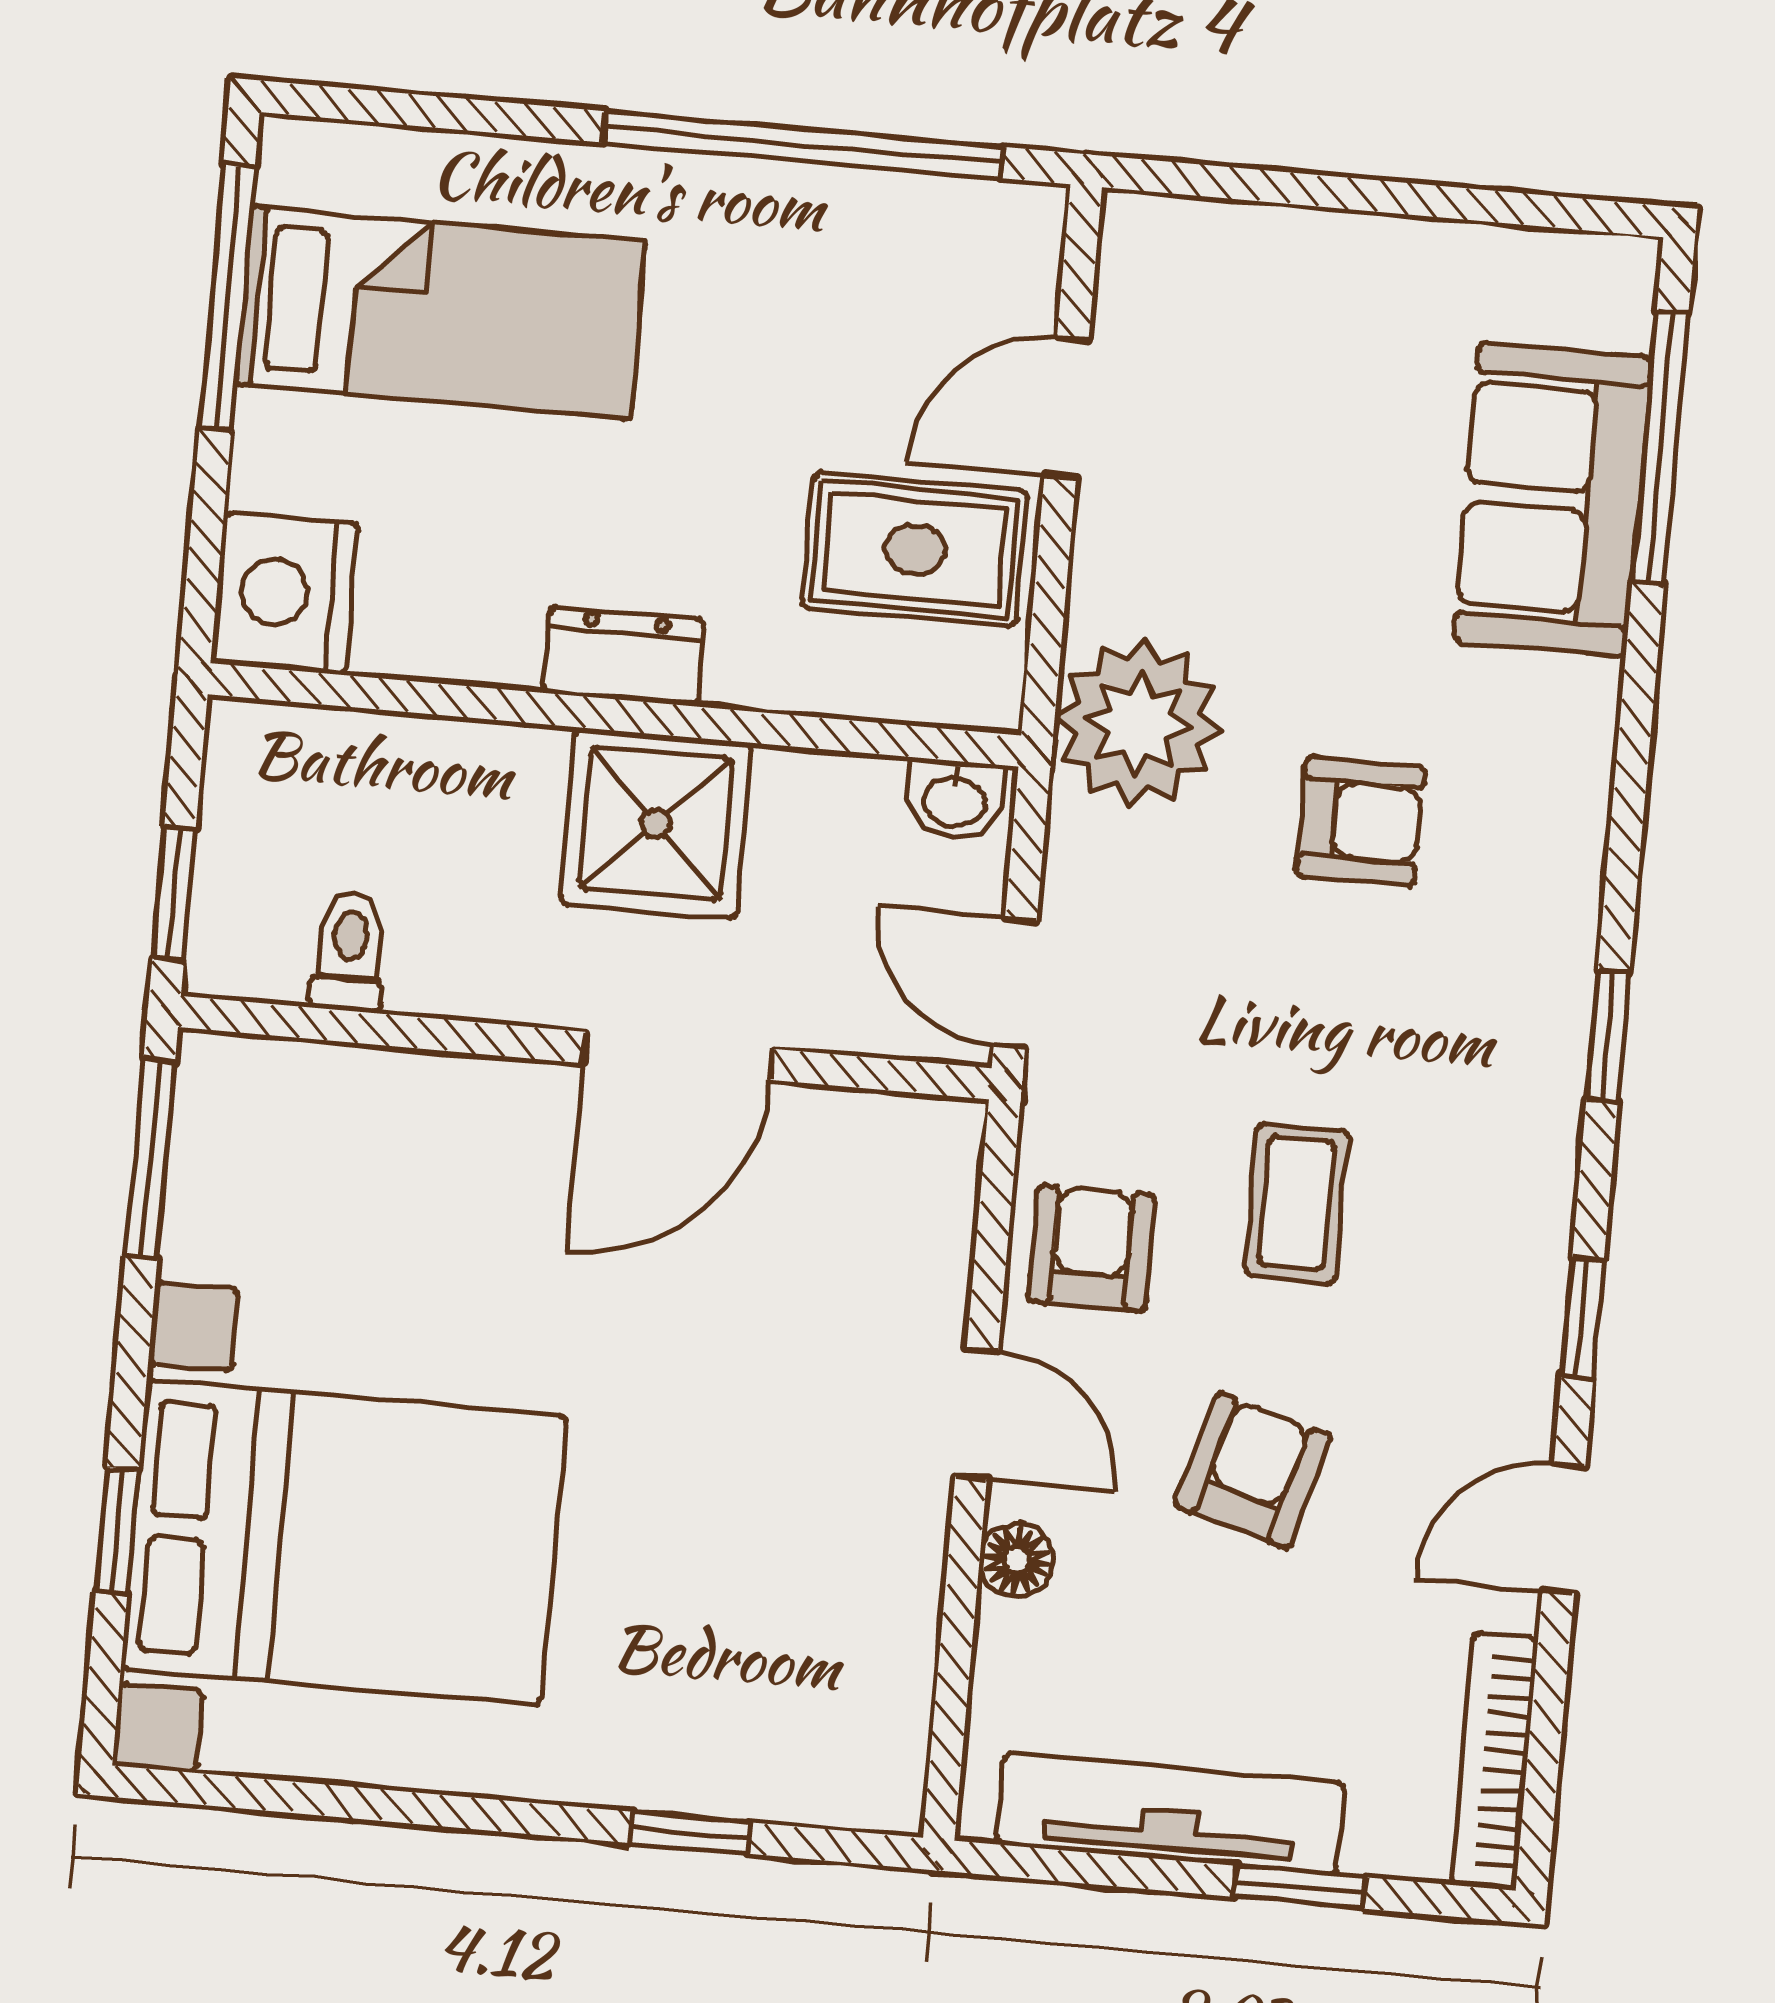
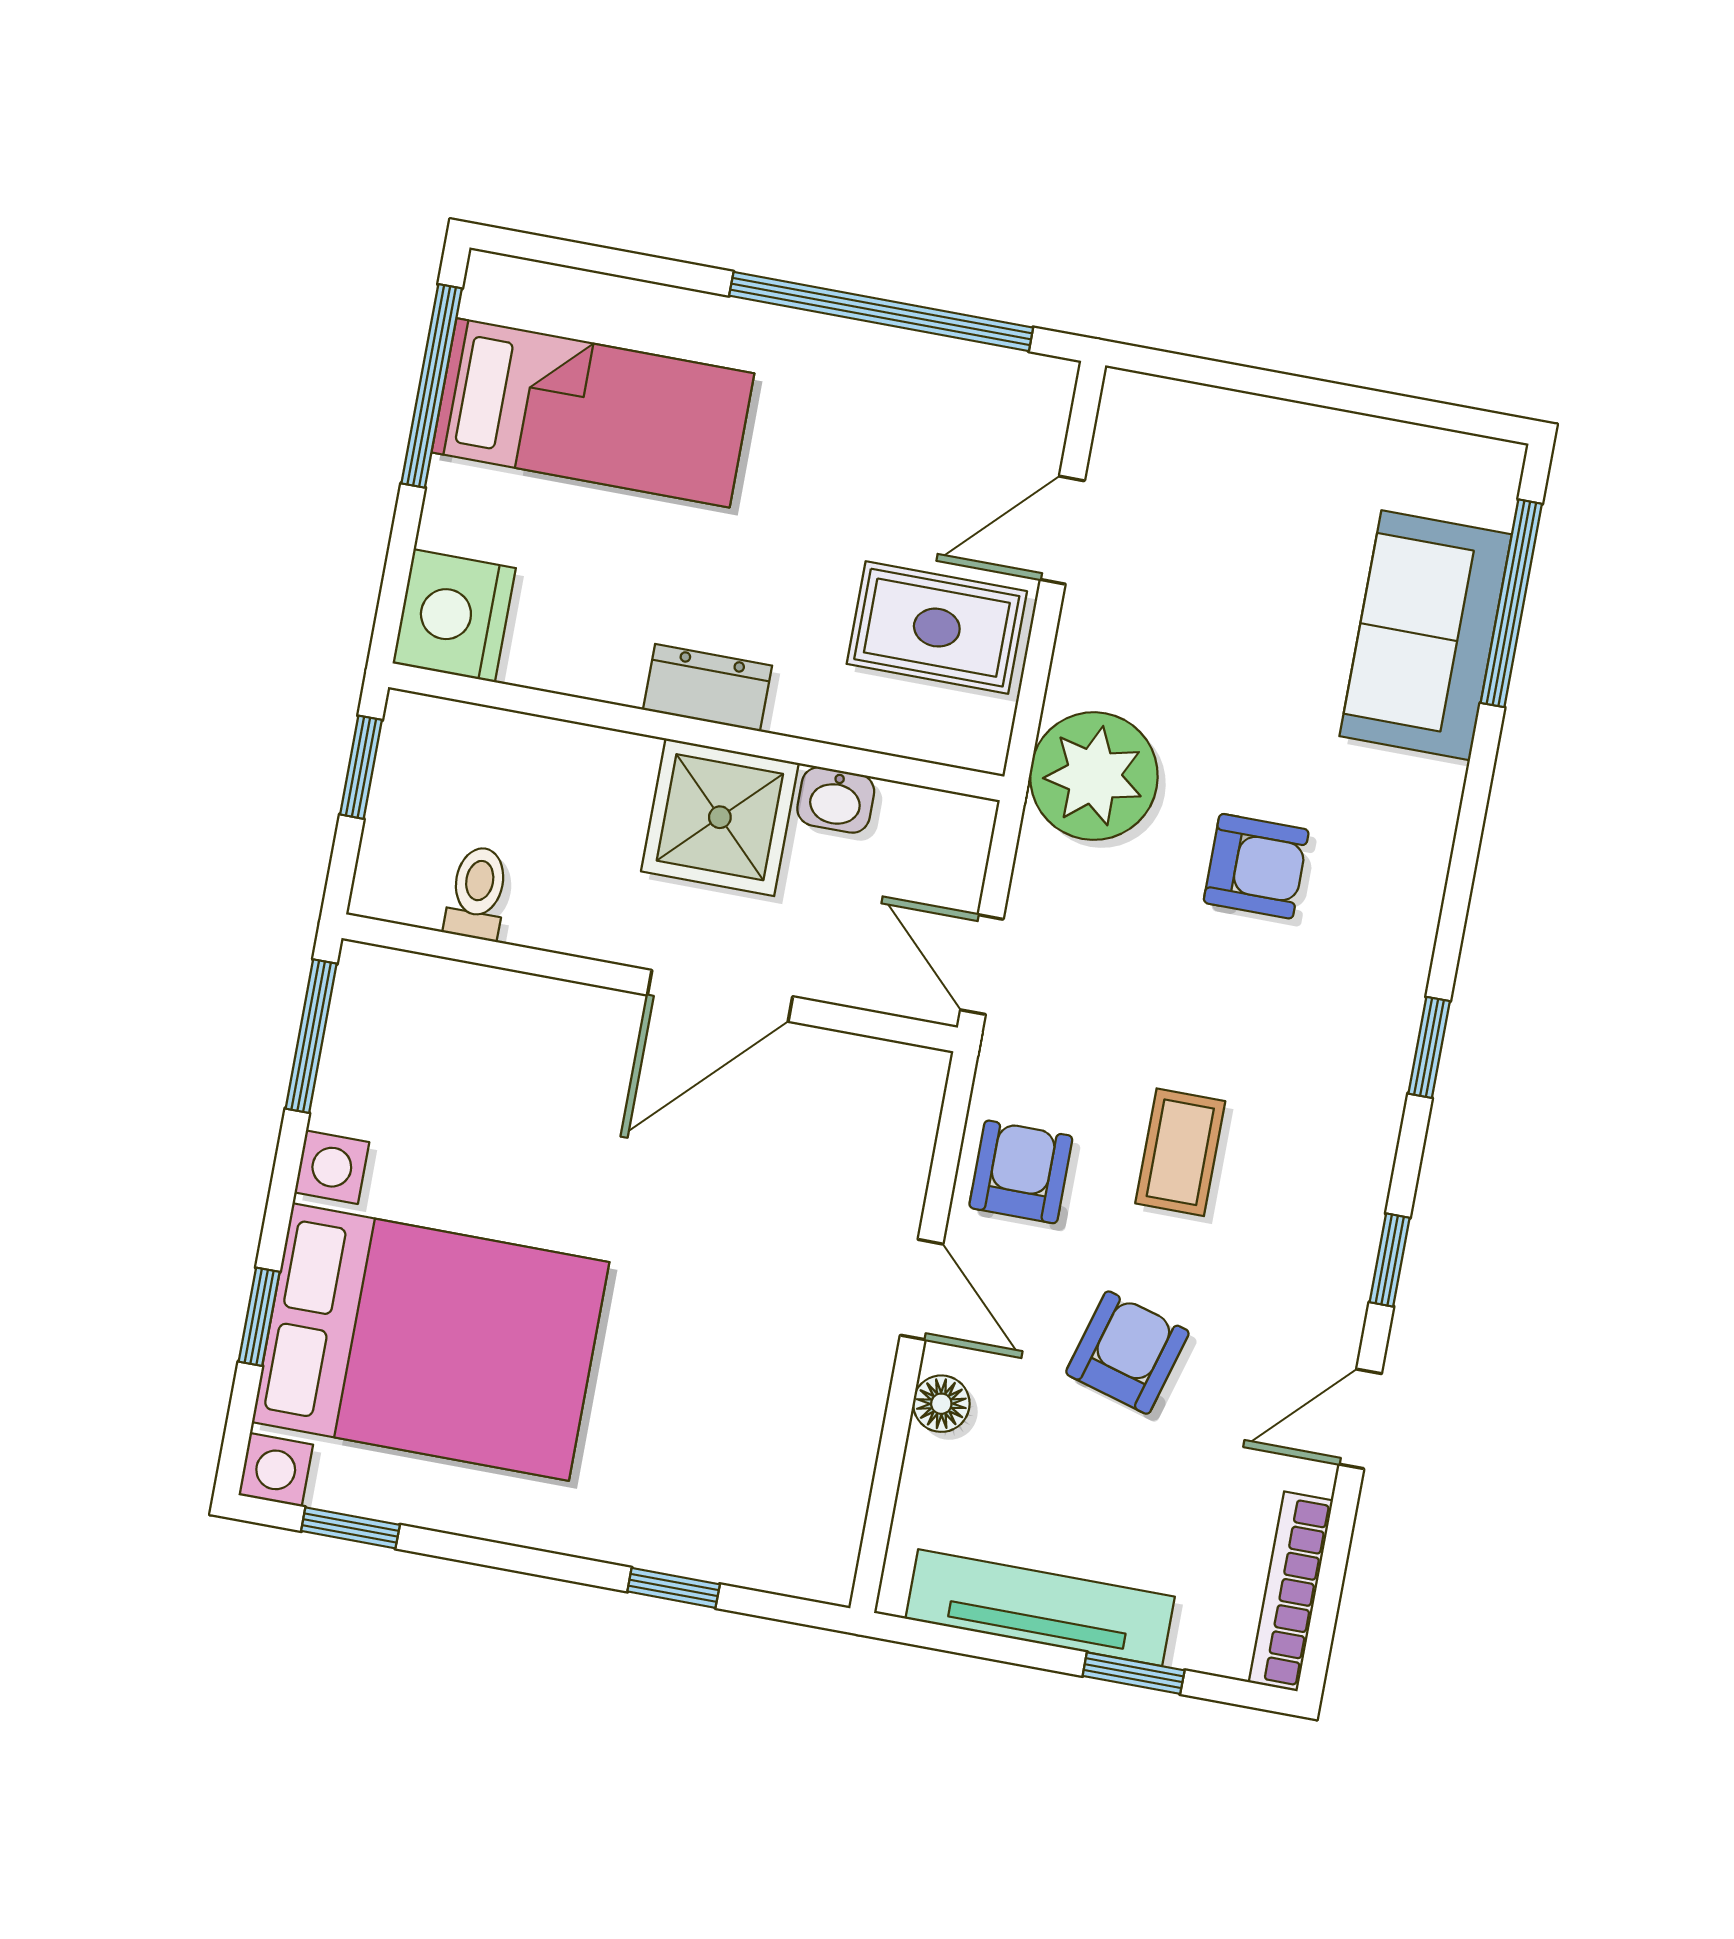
washbasin: (954, 800) -> (836, 800), moved
window: (174, 894) -> (361, 767), moved
window: (262, 1795) -> (350, 1528), added

